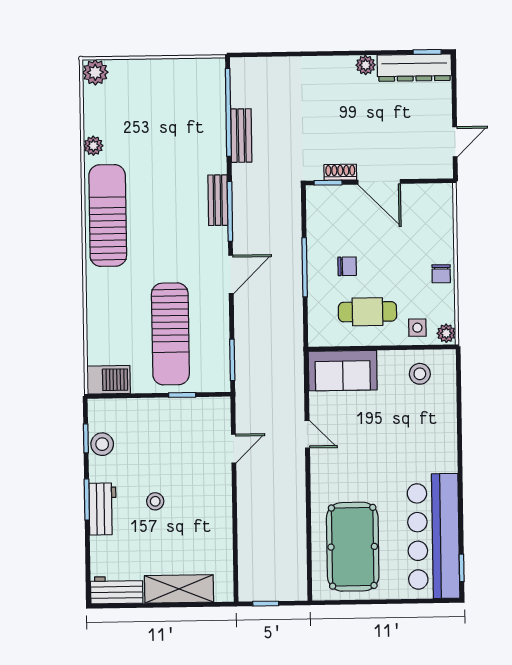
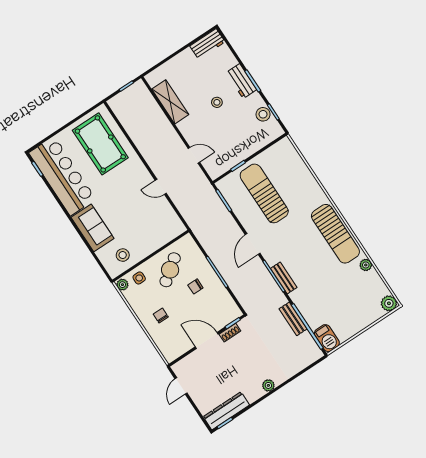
plant: (366, 65) -> (268, 385), moved
chair: (441, 274) -> (161, 316), moved
cafe table: (367, 312) -> (170, 270), turned -37
sofa: (343, 371) -> (93, 228), moved, turned 90
barbecue: (109, 380) -> (327, 338), moved, turned -90
door: (234, 449) -> (194, 155), swing flipped
shelving: (179, 589) -> (170, 102), moved, turned 90

